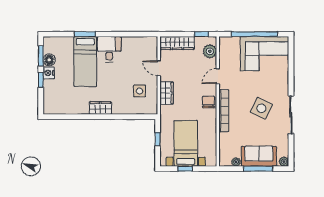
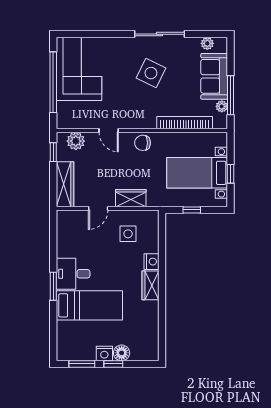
window: (85, 34) -> (53, 286), moved
floor lamp: (49, 60) -> (122, 353), moved
nightstand: (118, 109) -> (152, 262), added
bookcase: (224, 111) -> (185, 123), moved
plant: (284, 162) -> (207, 43), moved
window: (258, 169) -> (231, 95), moved

